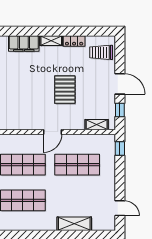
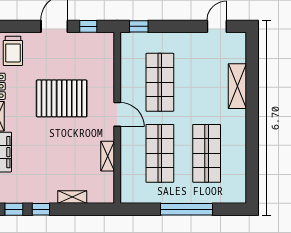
pallet: (65, 90) -> (62, 98), width x1.37, depth x1.41
shelving: (97, 125) -> (108, 156), moved

